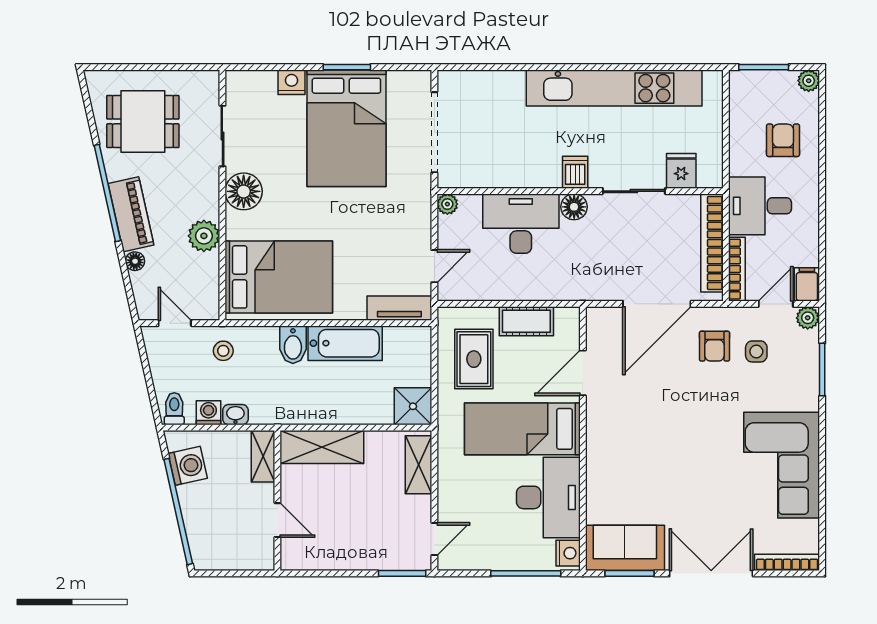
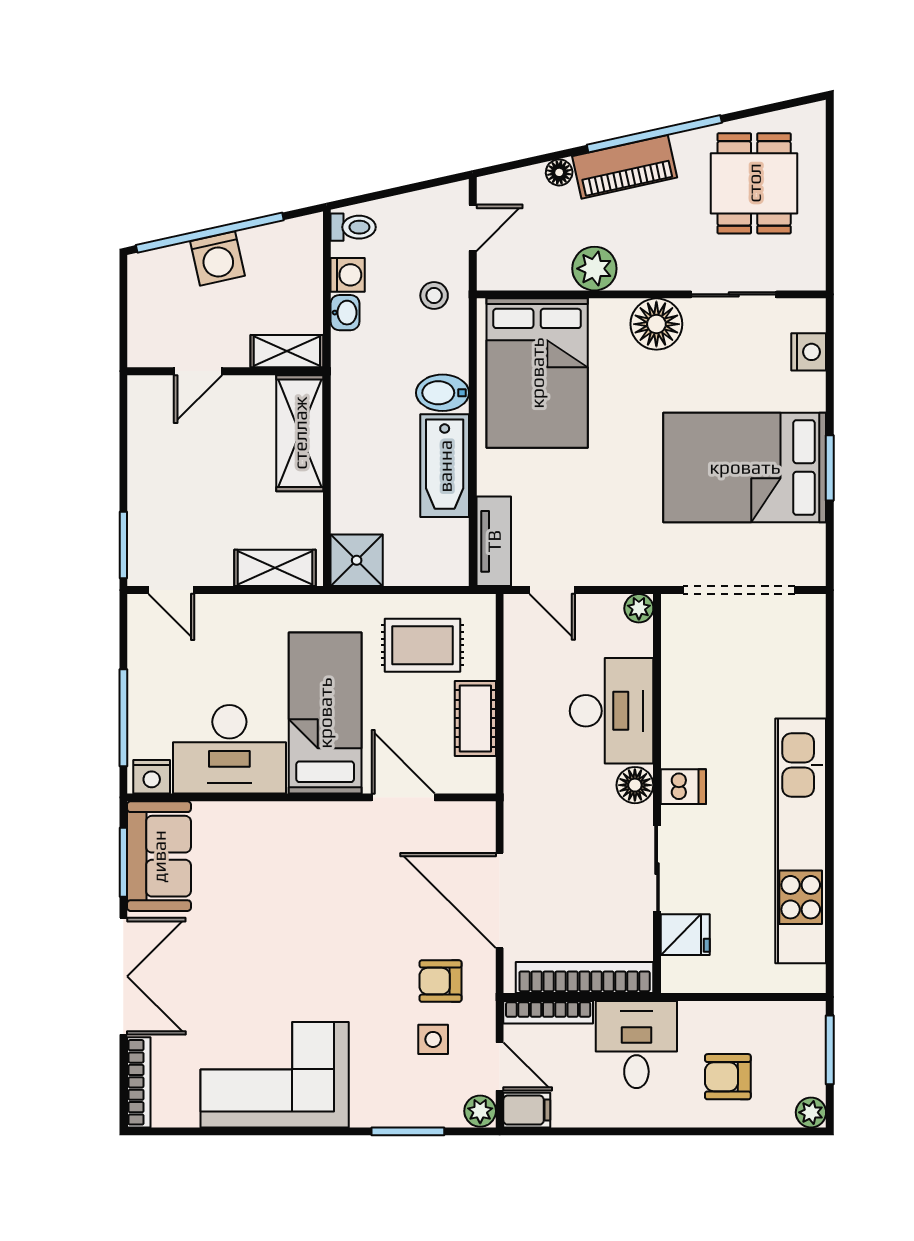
nightstand: (291, 82) -> (809, 352), moved
armchair: (783, 140) -> (728, 1077), turned 180
washing machine: (188, 466) -> (218, 258), moved

